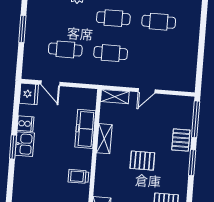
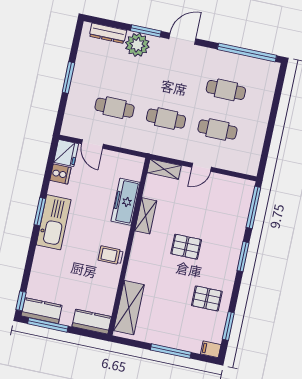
cafe table: (113, 18) -> (217, 130), moved
cooker: (26, 124) -> (60, 174), moved
pallet: (181, 140) -> (233, 229), removed
kitchen sink: (25, 144) -> (54, 222), width x1.87, depth x1.24

